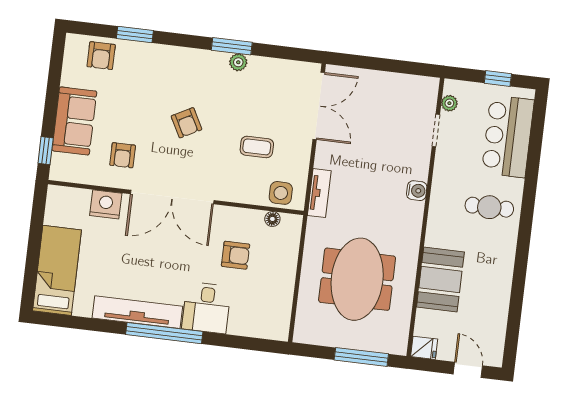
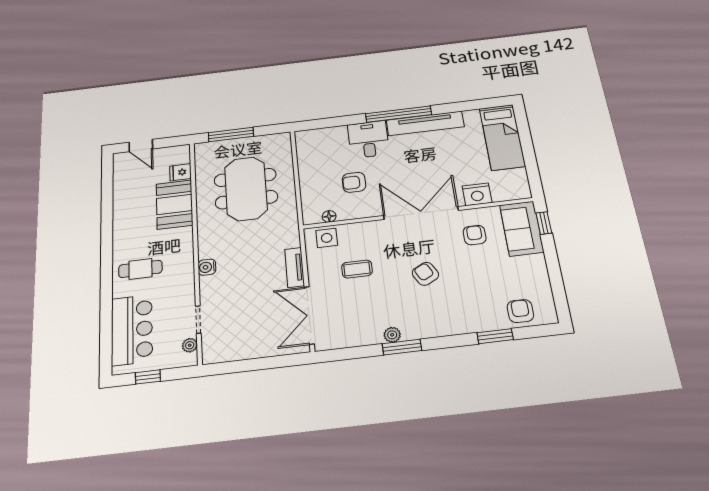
sofa: (74, 121) -> (522, 229), moved
tv unit: (319, 193) -> (295, 267), moved
fridge: (424, 348) -> (180, 172), moved

